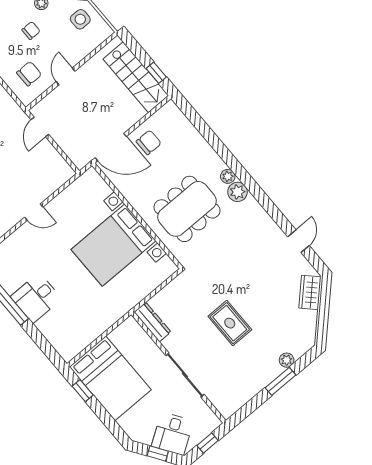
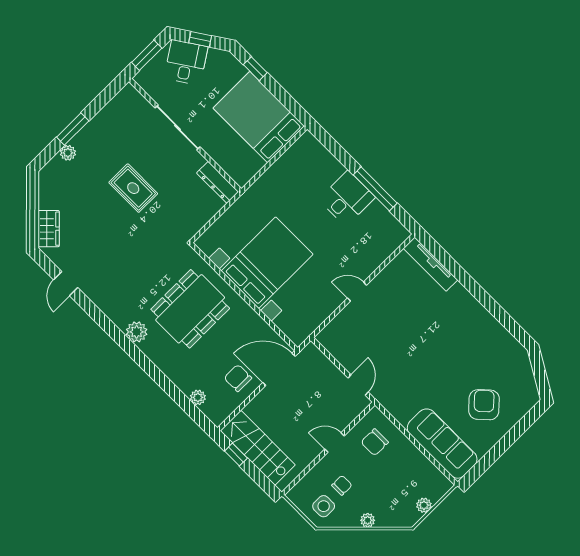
chair: (31, 31) -> (342, 485), moved, turned 180
door: (66, 76) -> (334, 443), swing flipped
chair: (149, 142) -> (238, 378), turned 90
plant: (228, 176) -> (198, 397), moved
window: (83, 391) -> (255, 69), moved
window: (208, 443) -> (147, 55), width x1.50

